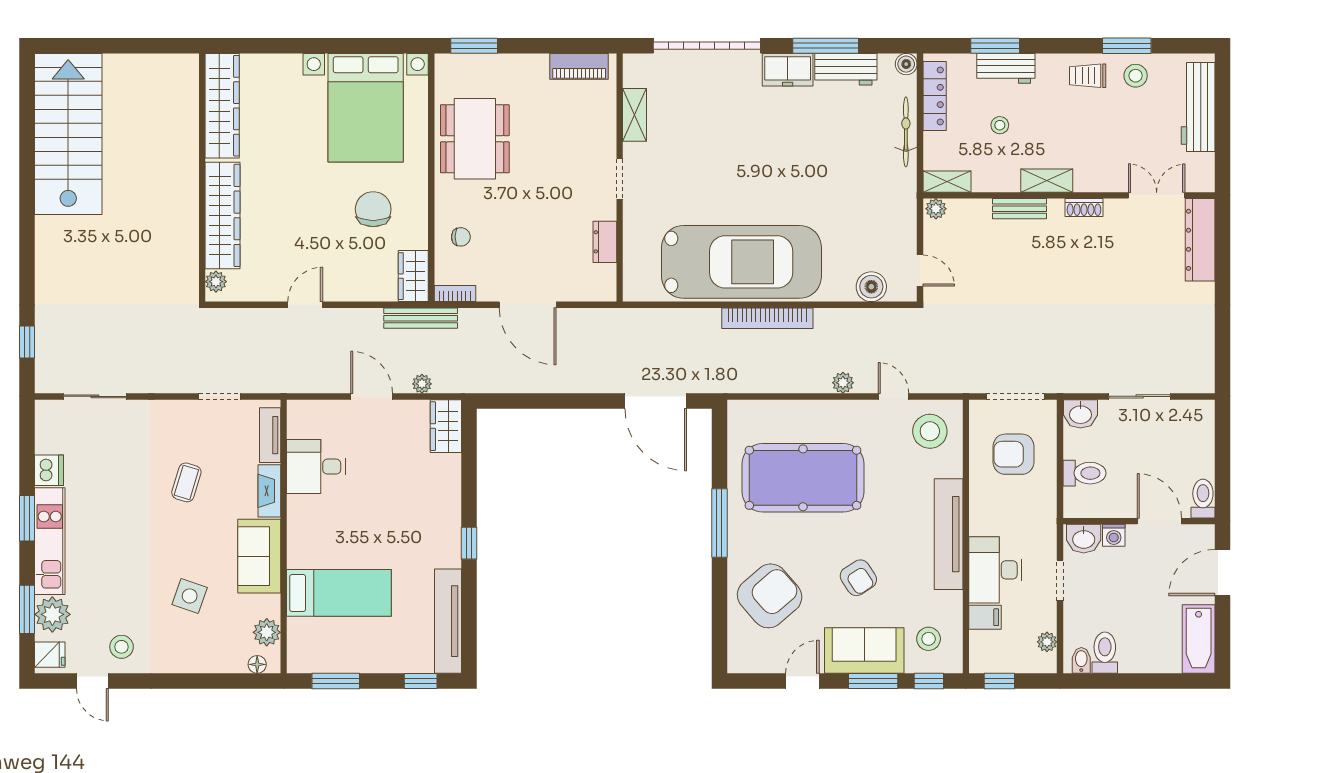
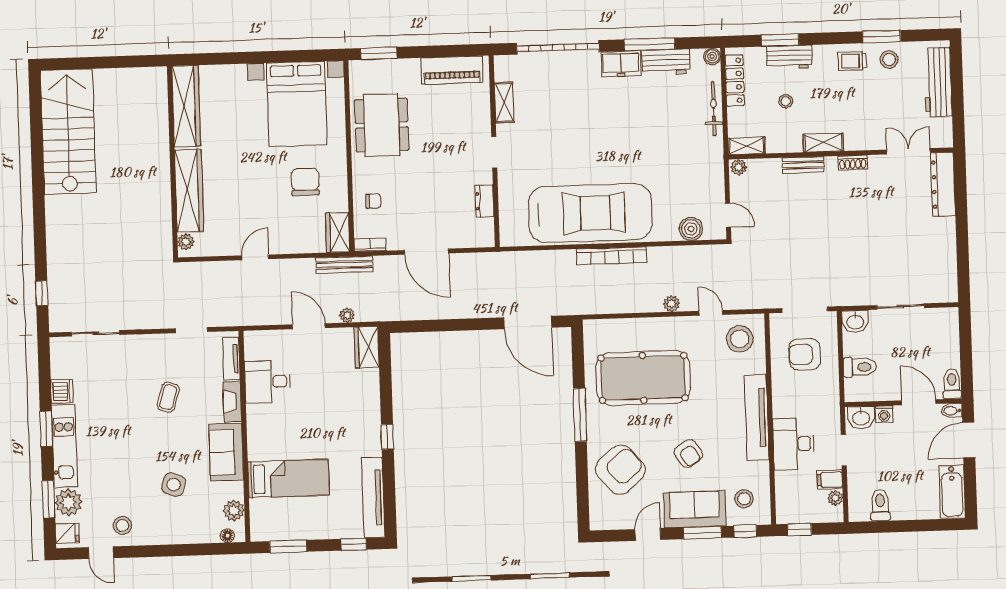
piano: (579, 66) -> (452, 70), width x1.37, depth x1.33
filing cabinet: (985, 617) -> (830, 480), moved, turned 180
bidet: (1081, 660) -> (952, 411), moved, turned -90

